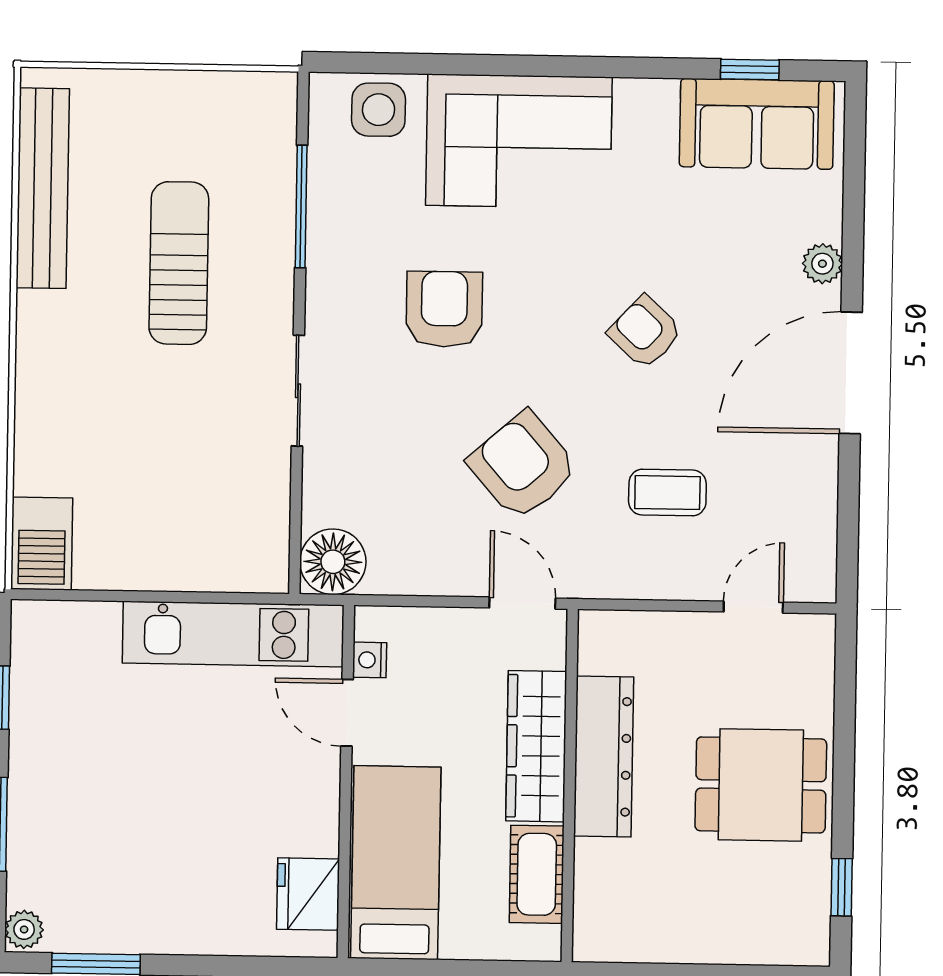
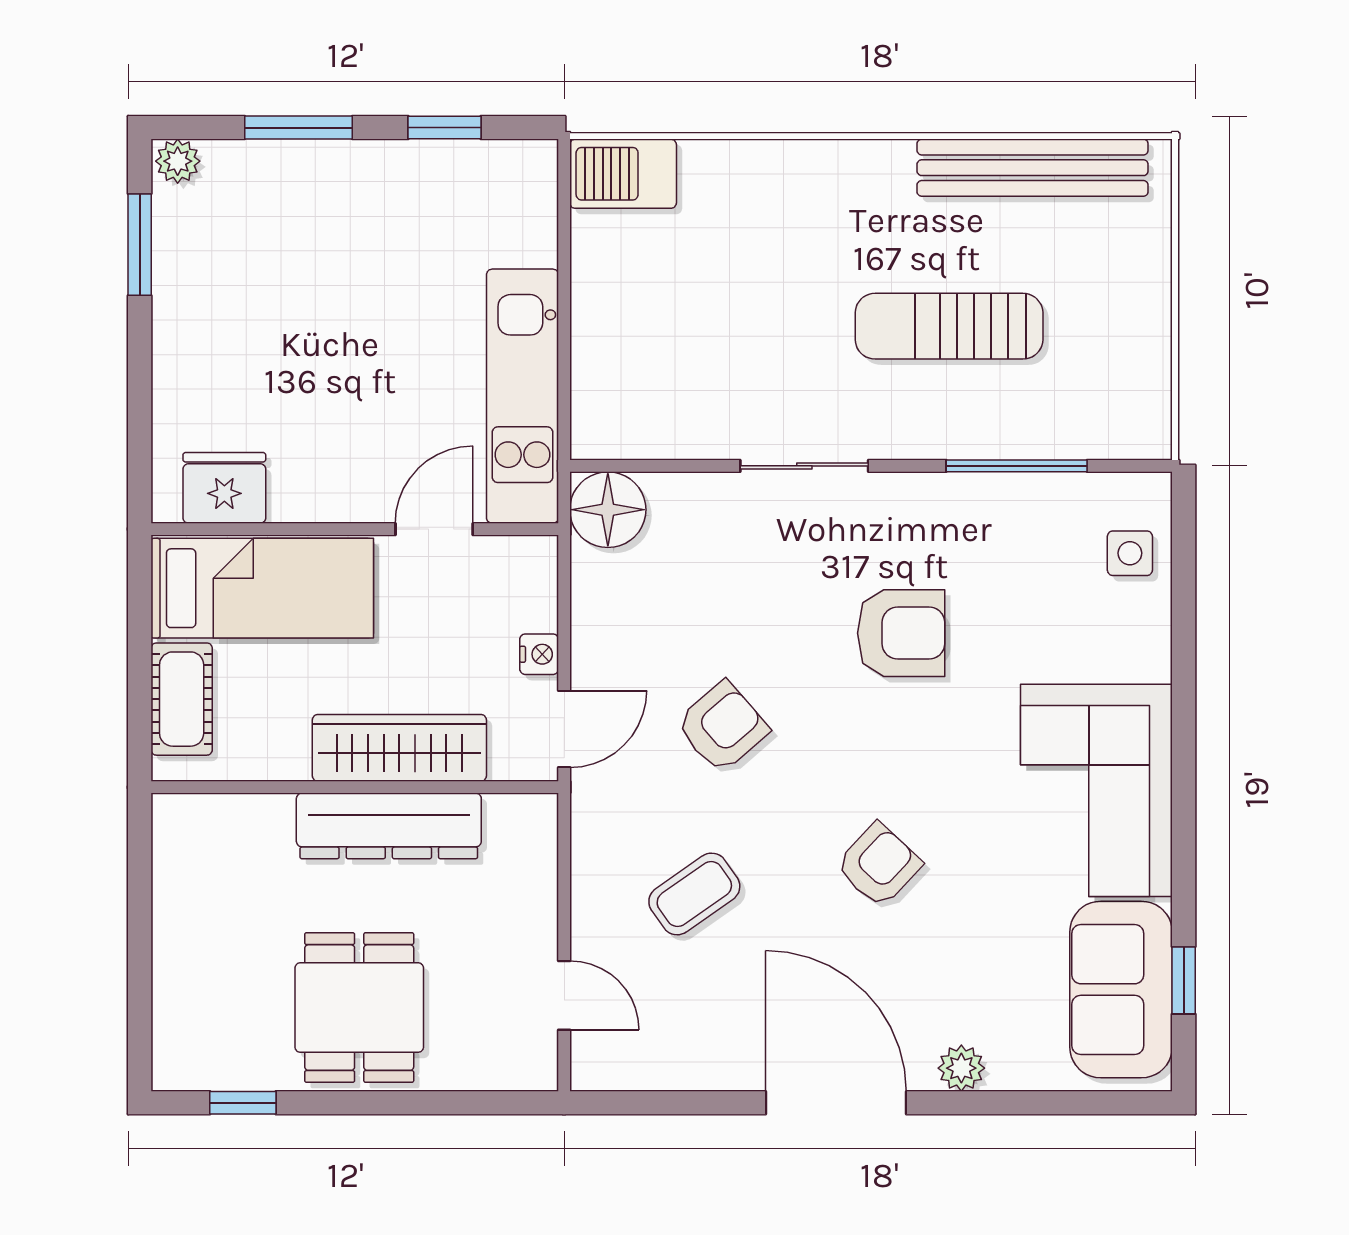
side table: (379, 110) -> (1130, 553), width x0.73, depth x0.73
corner sofa: (519, 141) -> (1096, 790), moved
sun lounger: (179, 263) -> (949, 326), turned 180
armchair: (523, 466) -> (722, 727), width x0.72, depth x0.72
coffee table: (667, 493) -> (694, 894), turned 55
nightstand: (370, 660) -> (539, 654), moved, turned 90
cot: (537, 874) -> (182, 699), moved, turned 90

